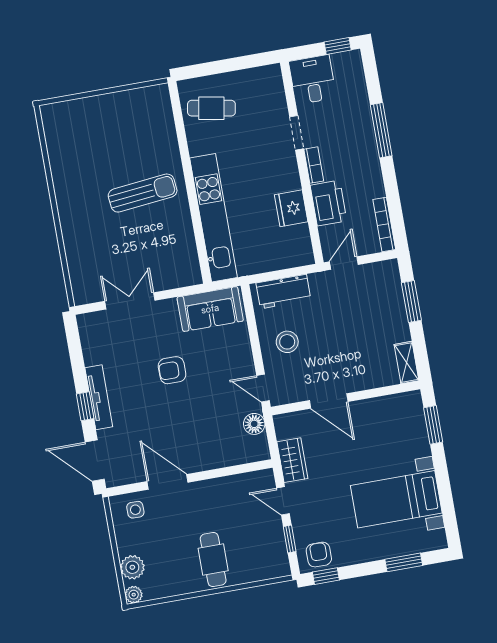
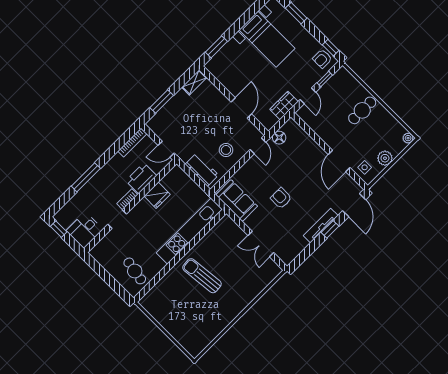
armchair: (172, 370) -> (281, 198), turned 180
plant: (132, 567) -> (385, 158), moved

